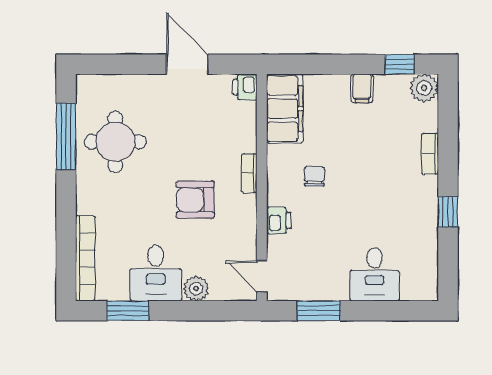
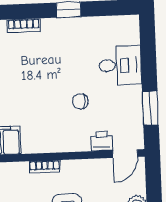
chair: (314, 177) -> (80, 101), moved
printer: (279, 220) -> (102, 141), moved

